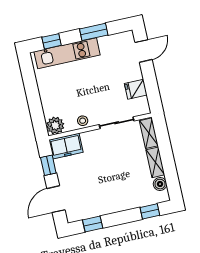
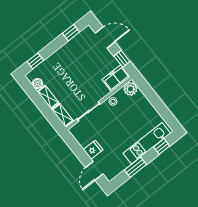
fridge: (136, 89) -> (93, 150), moved
door: (56, 199) -> (105, 38), hinge flipped

